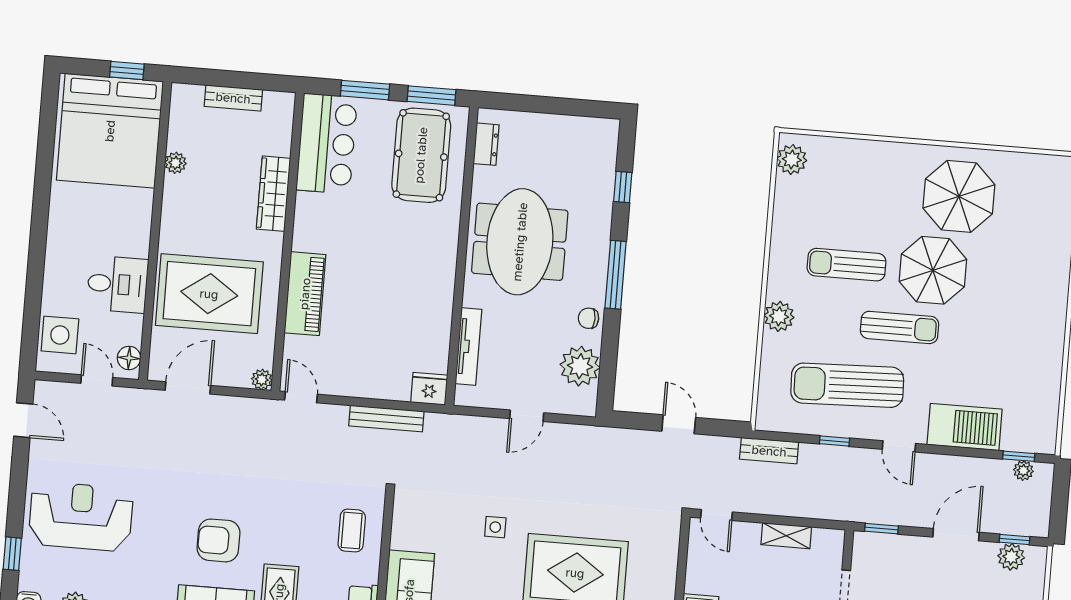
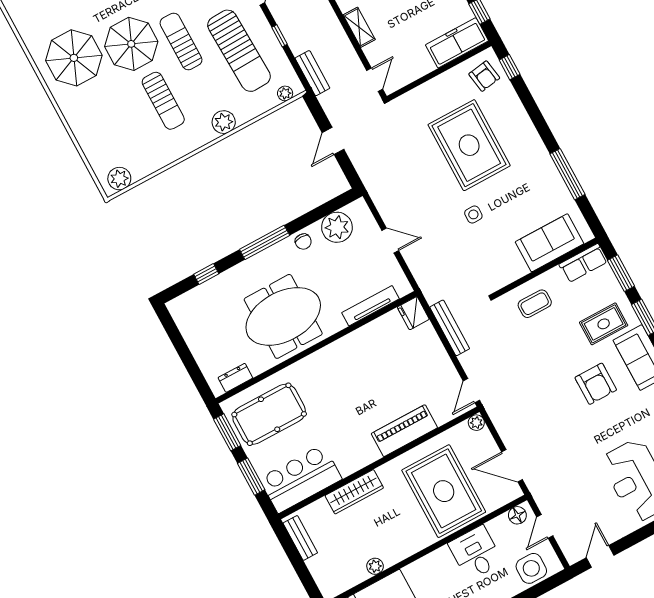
bench: (233, 98) -> (300, 538), moved
plant: (766, 405) -> (285, 93), added

